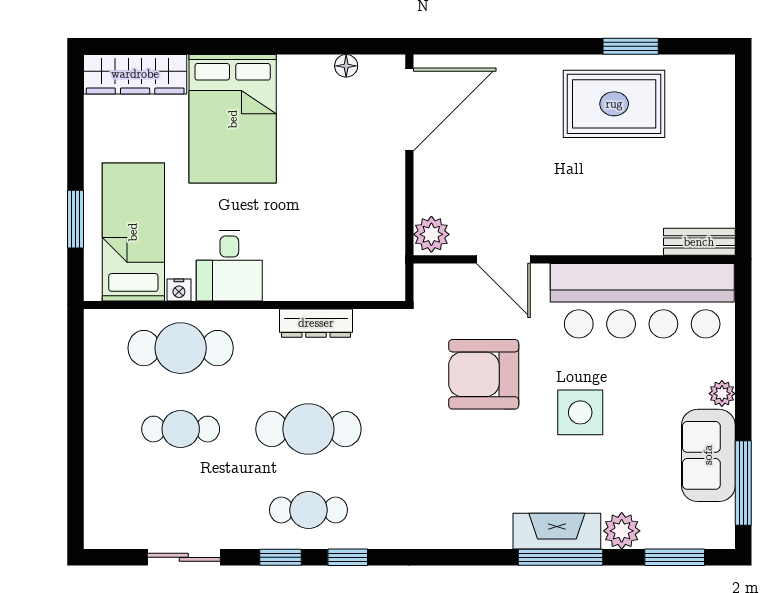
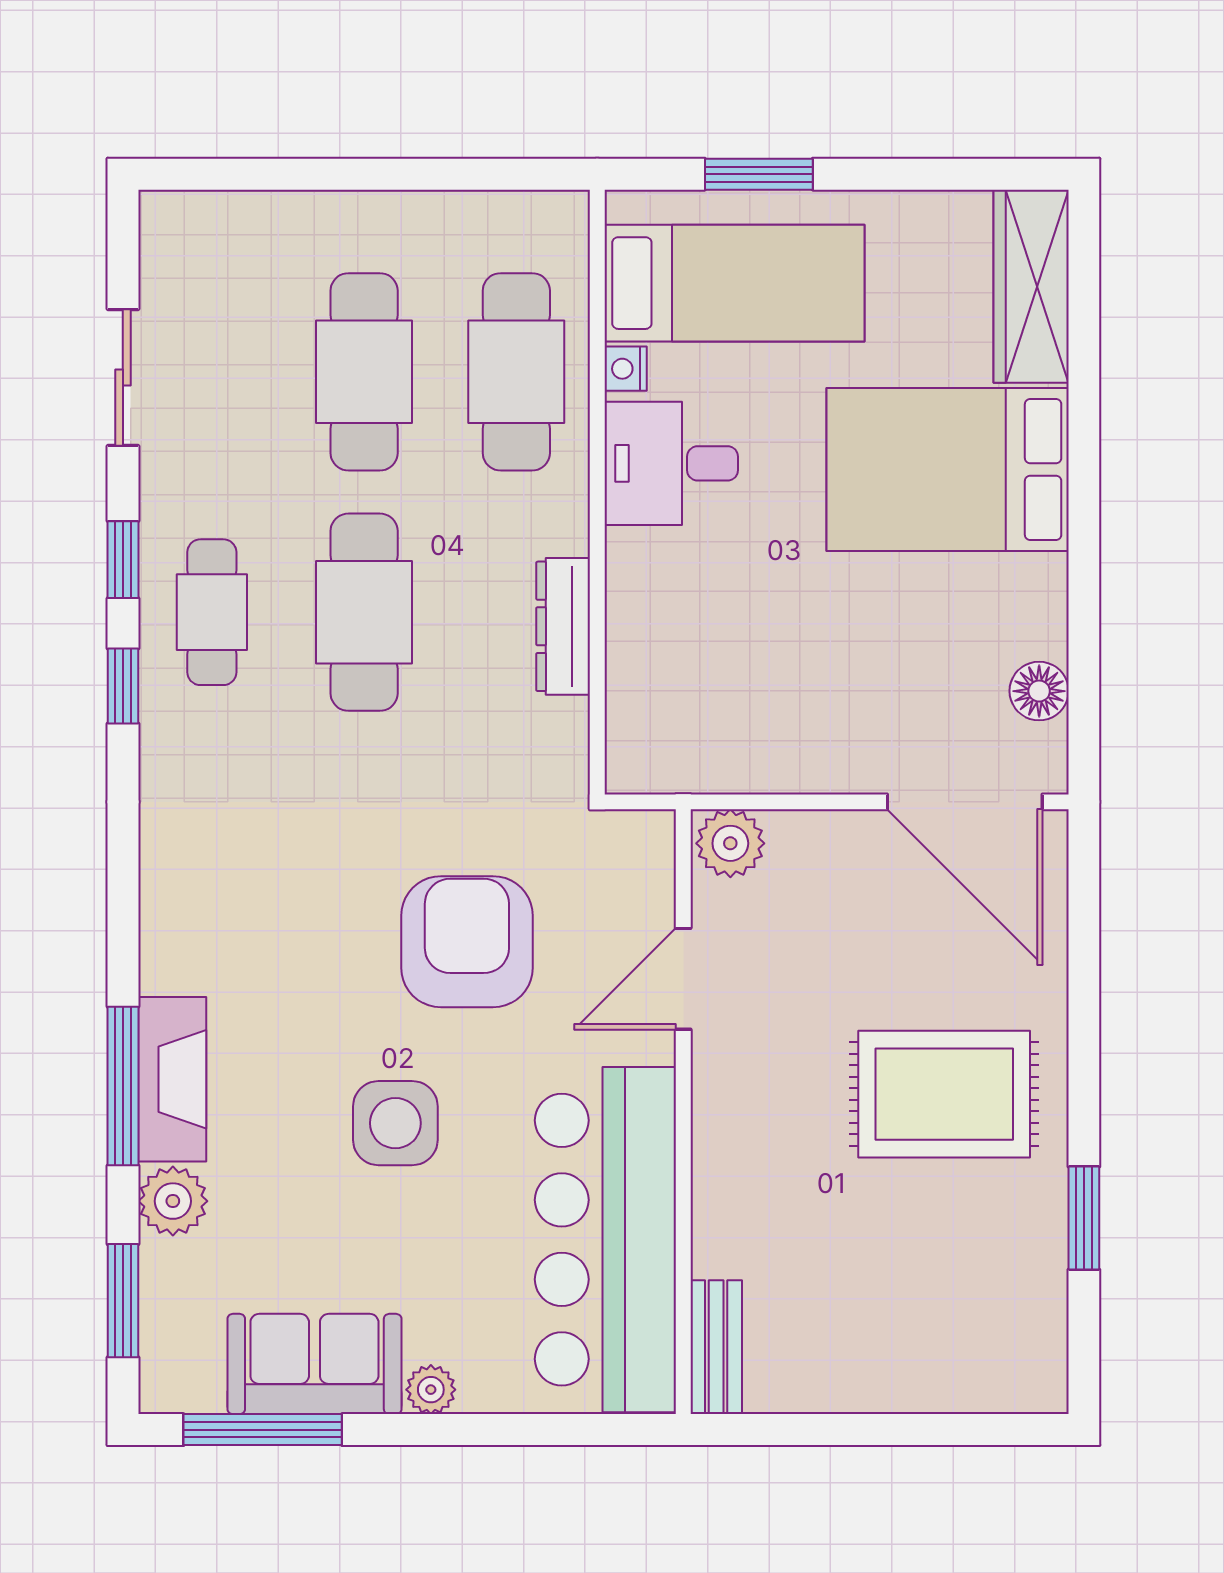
floor lamp: (346, 66) -> (1039, 691), width x1.37, depth x1.37
rug: (614, 104) -> (944, 1094), moved, turned 90
cafe table: (181, 429) -> (364, 372), width x1.37, depth x1.35

